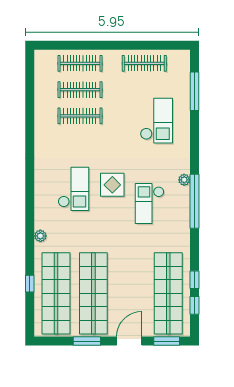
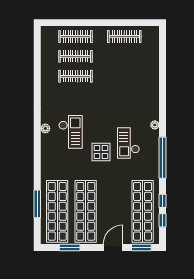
window: (194, 91) -> (163, 58), removed
checkout: (156, 121) -> (134, 80), removed
display table: (112, 185) -> (101, 152), moved
window: (194, 201) -> (163, 158), moved
plant: (40, 236) -> (45, 128), moved
window: (30, 284) -> (37, 204), width x2.17
window: (87, 341) -> (70, 248), moved

